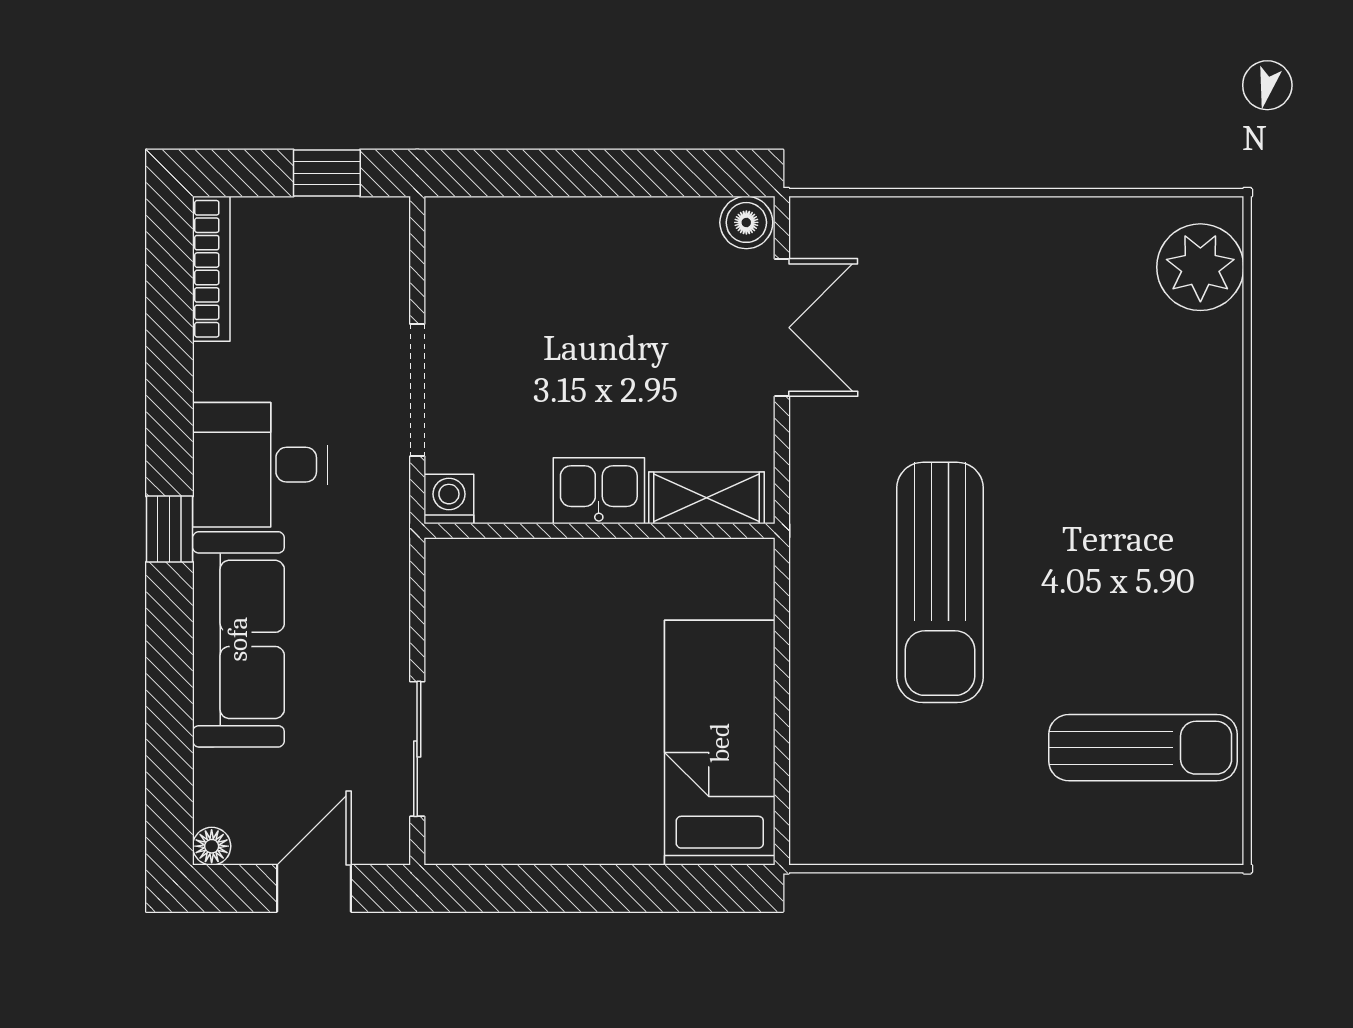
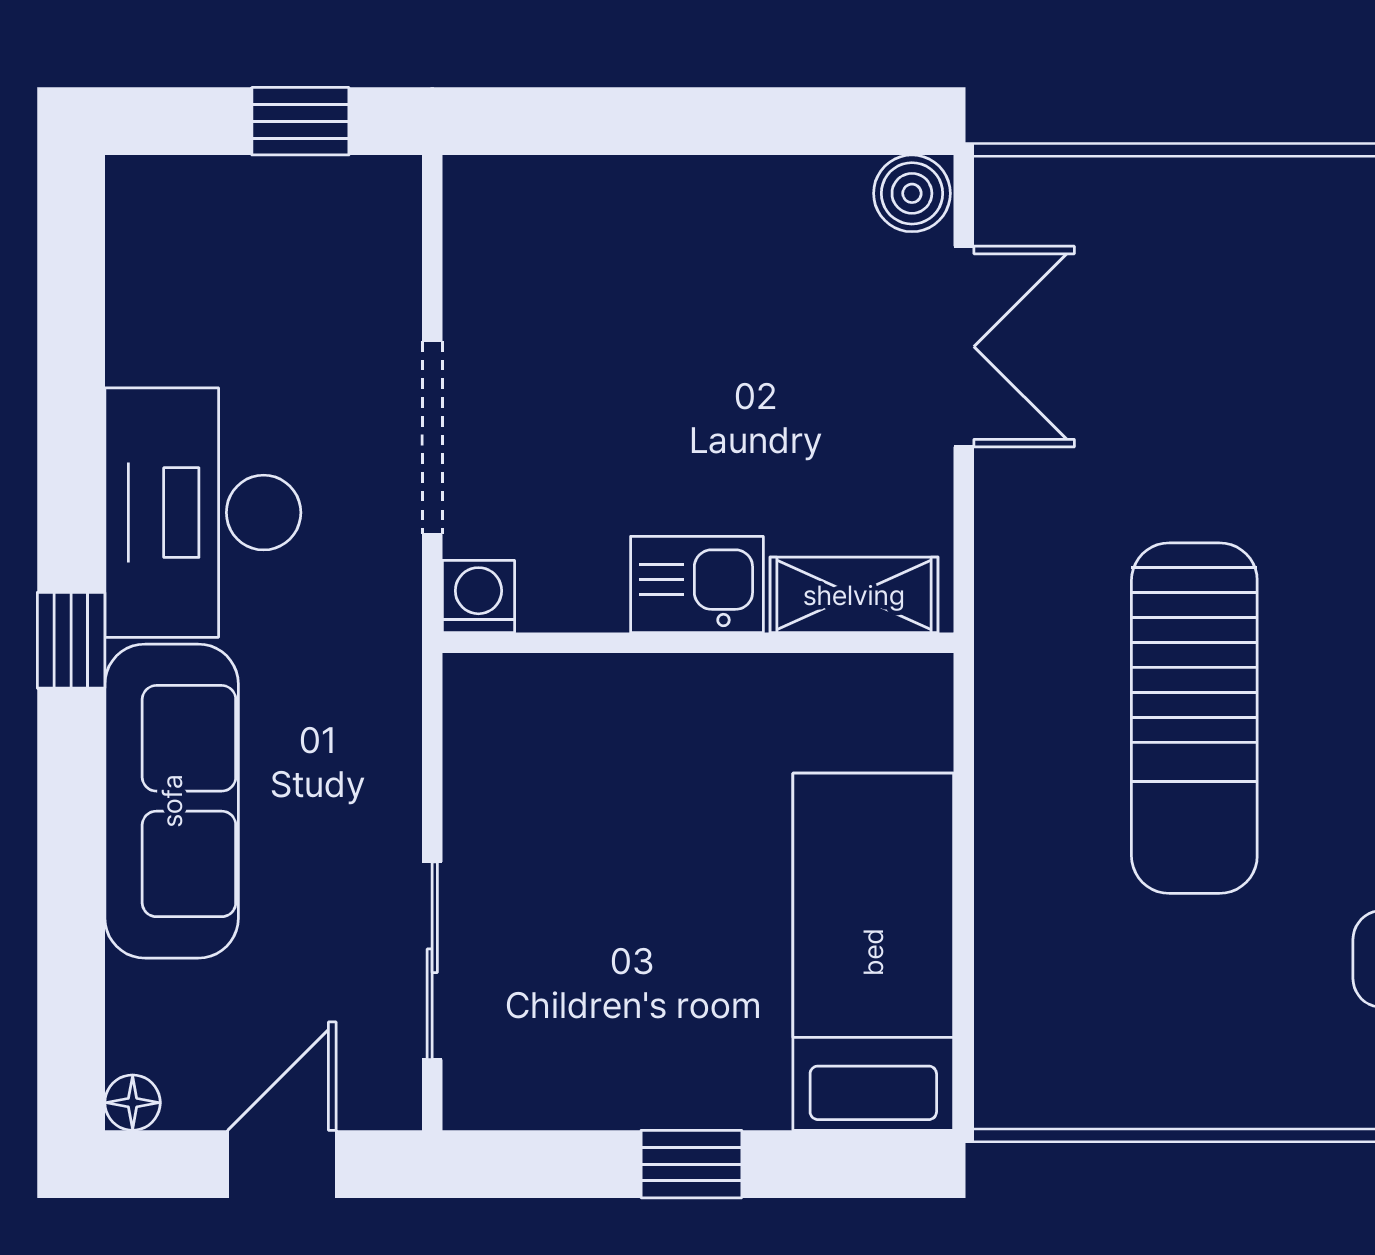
bookcase: (211, 269) -> (132, 261), removed
desk: (260, 465) -> (203, 513), width x1.37
window: (595, 888) -> (691, 1164), added

